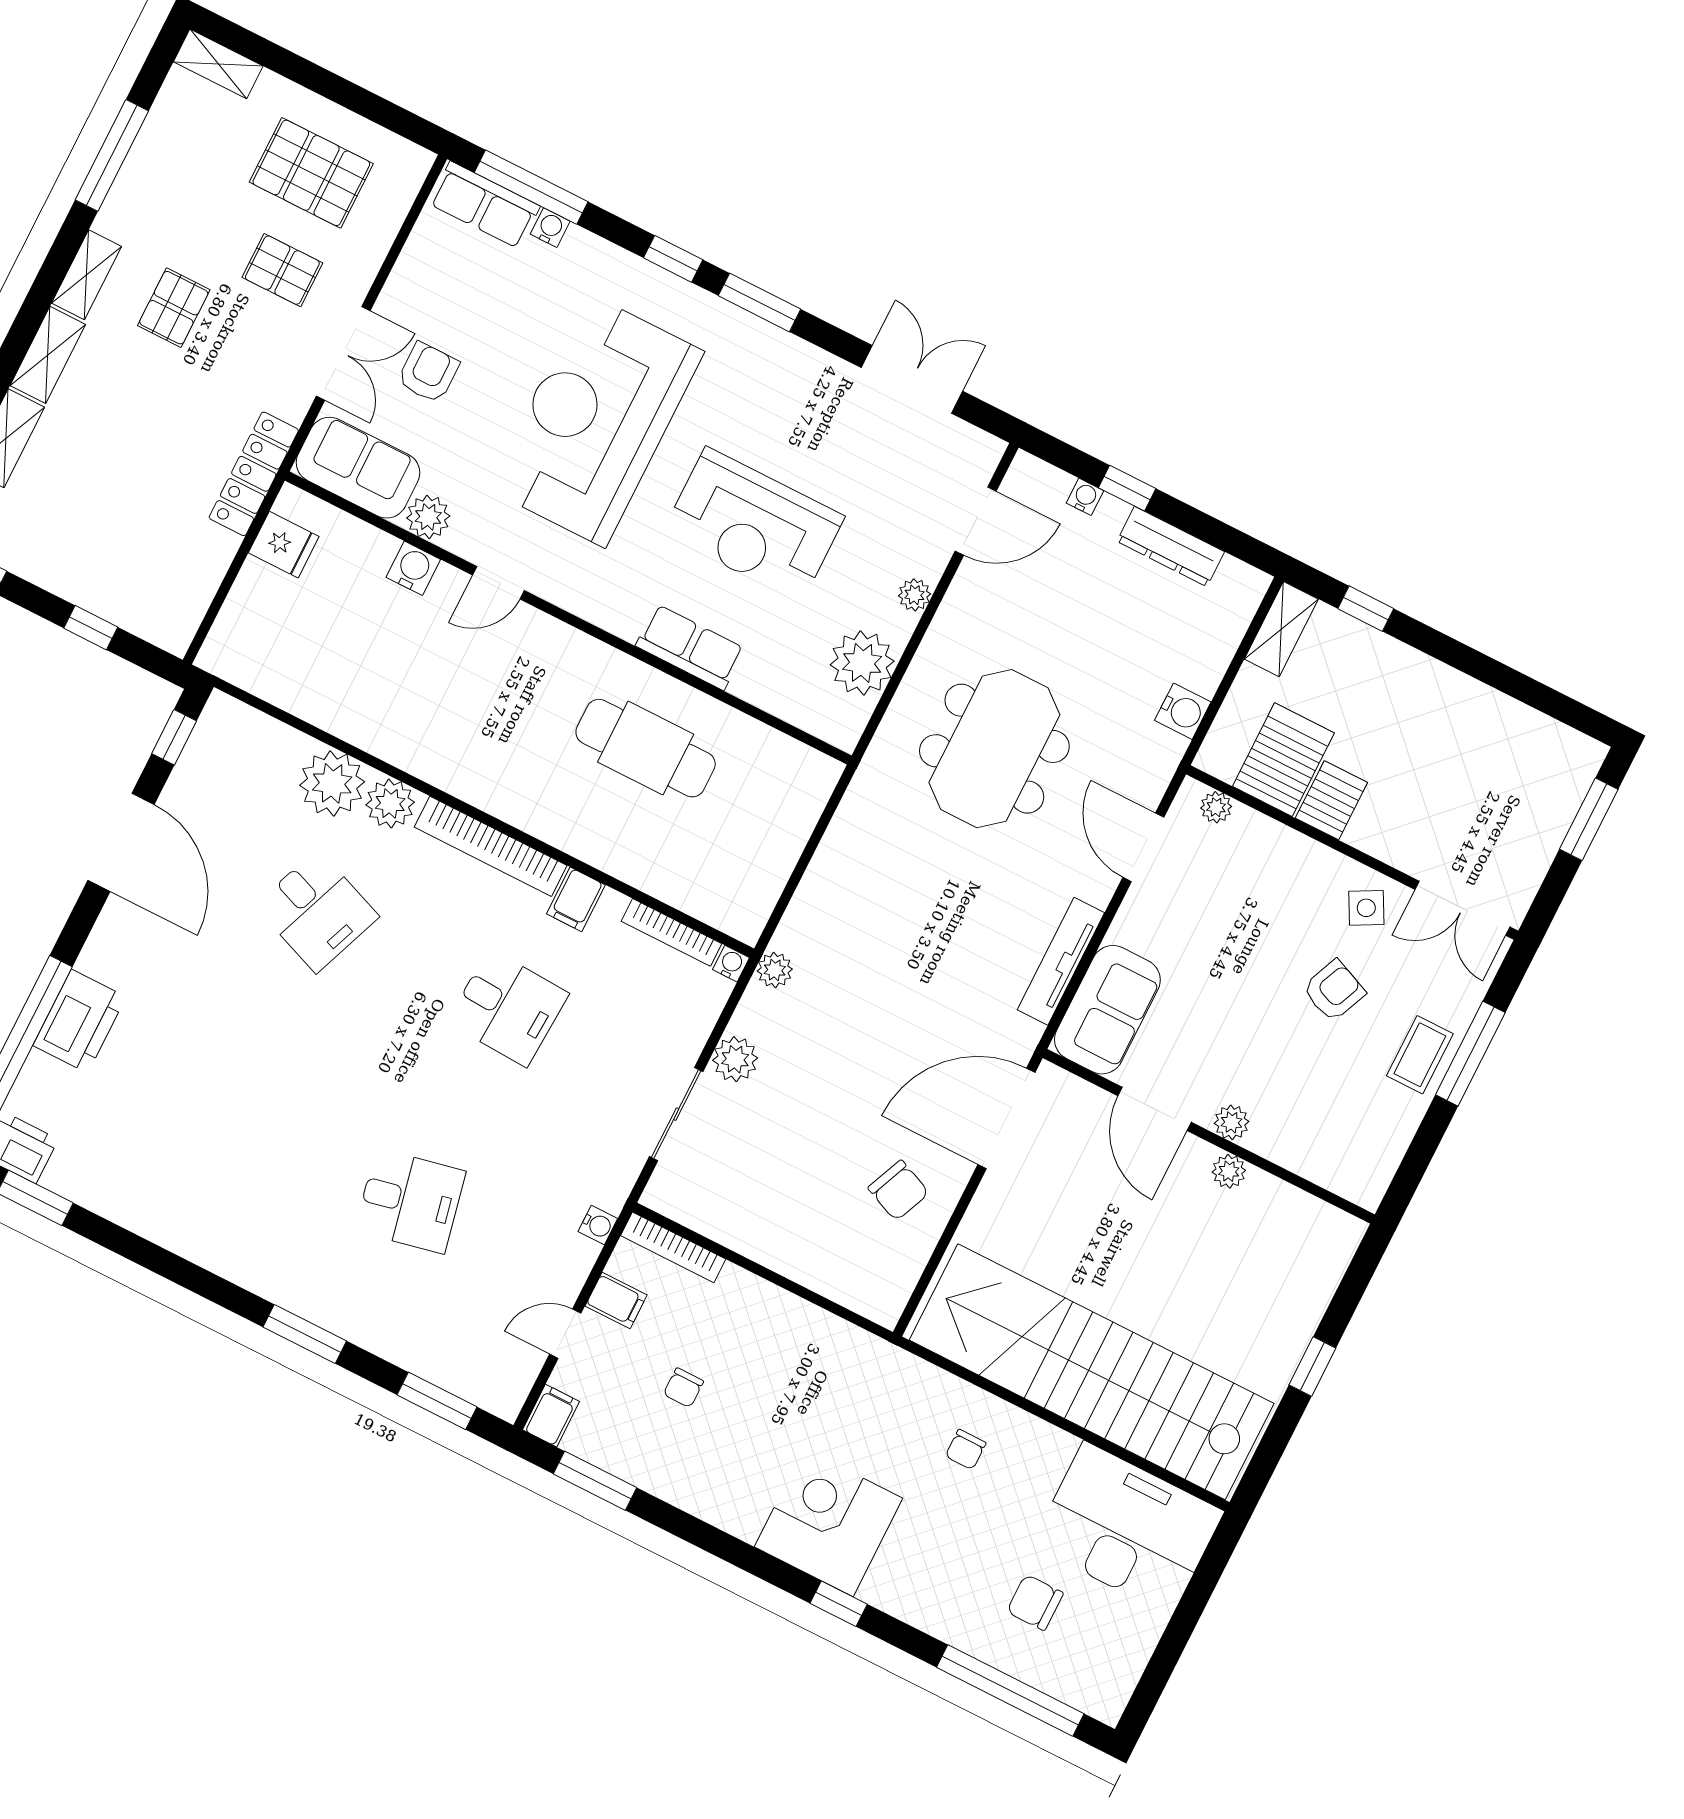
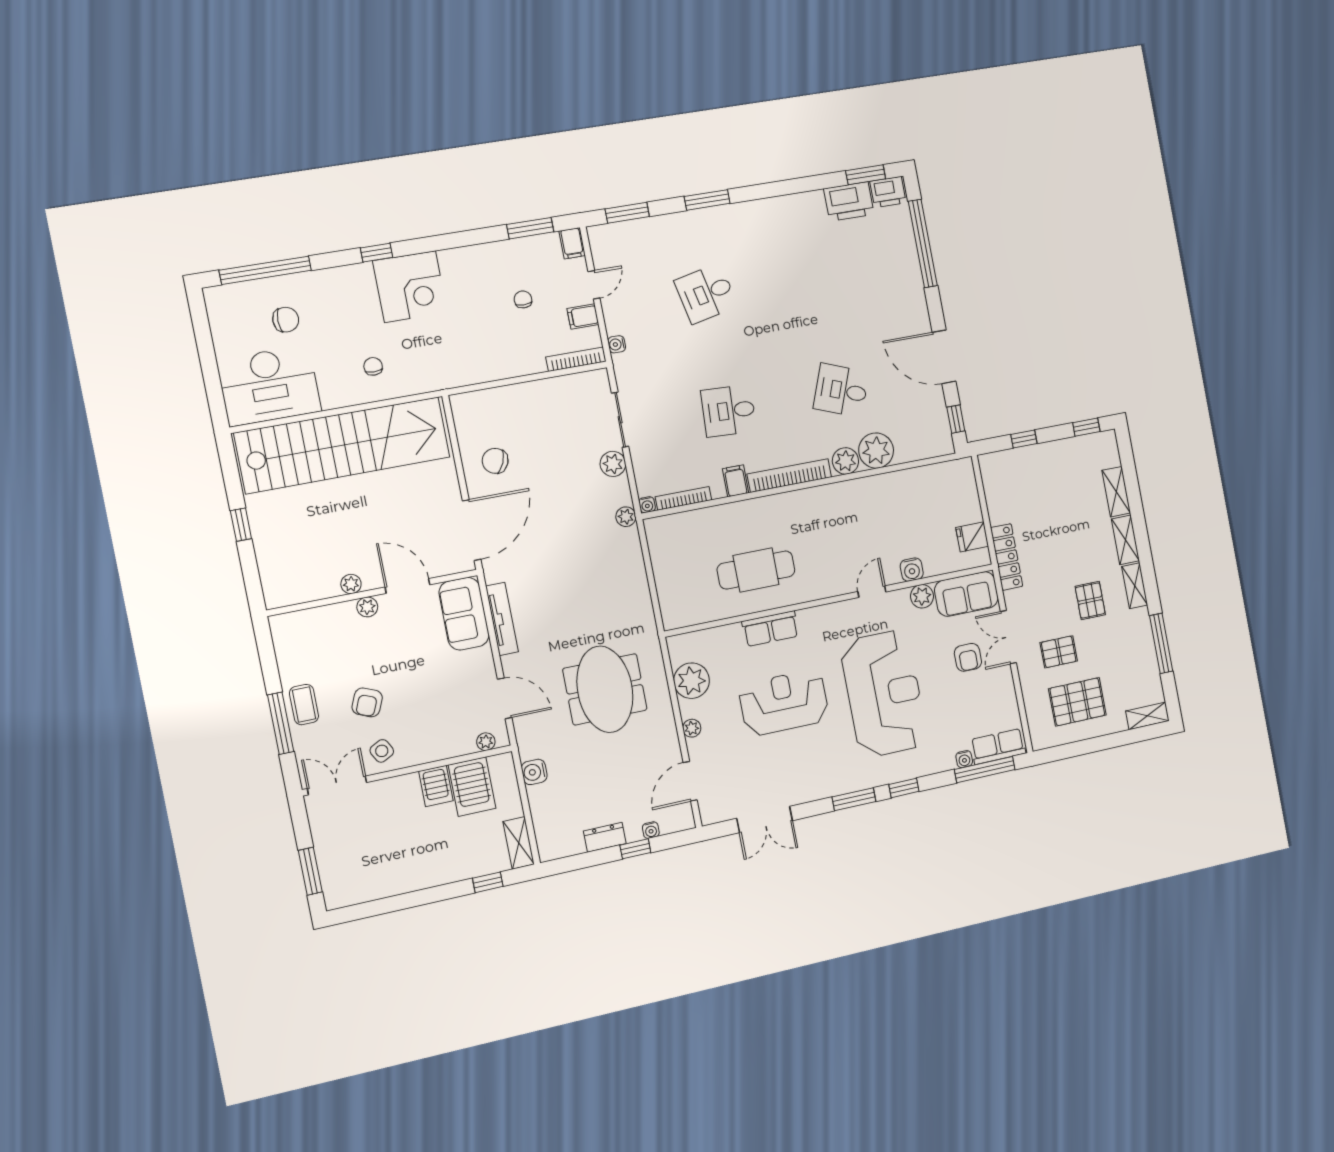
dresser: (1171, 547) -> (605, 837), width x0.70
printer: (79, 1021) -> (849, 201), moved, turned -90

